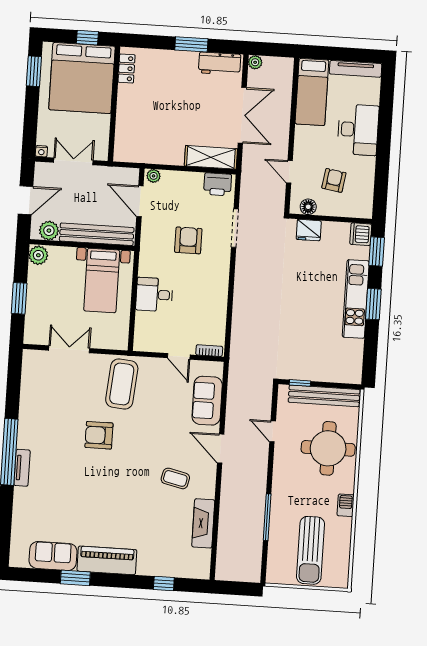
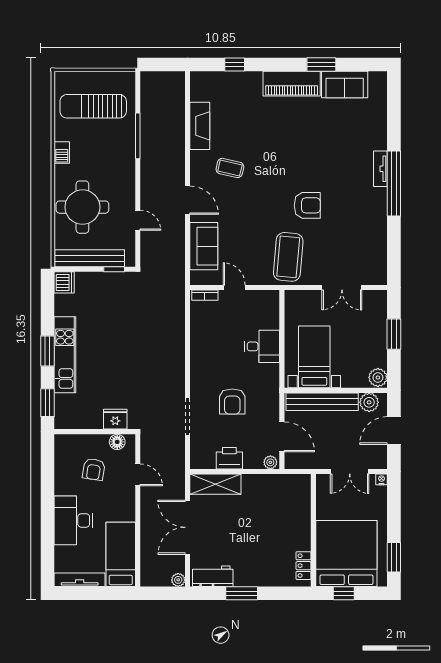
printer: (218, 184) -> (229, 458), moved
dishwasher: (361, 234) -> (64, 282), moved
sun lounger: (311, 550) -> (93, 106), turned -90

